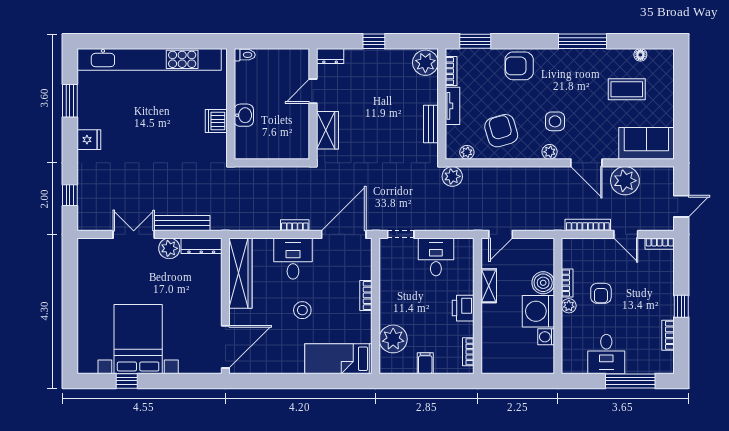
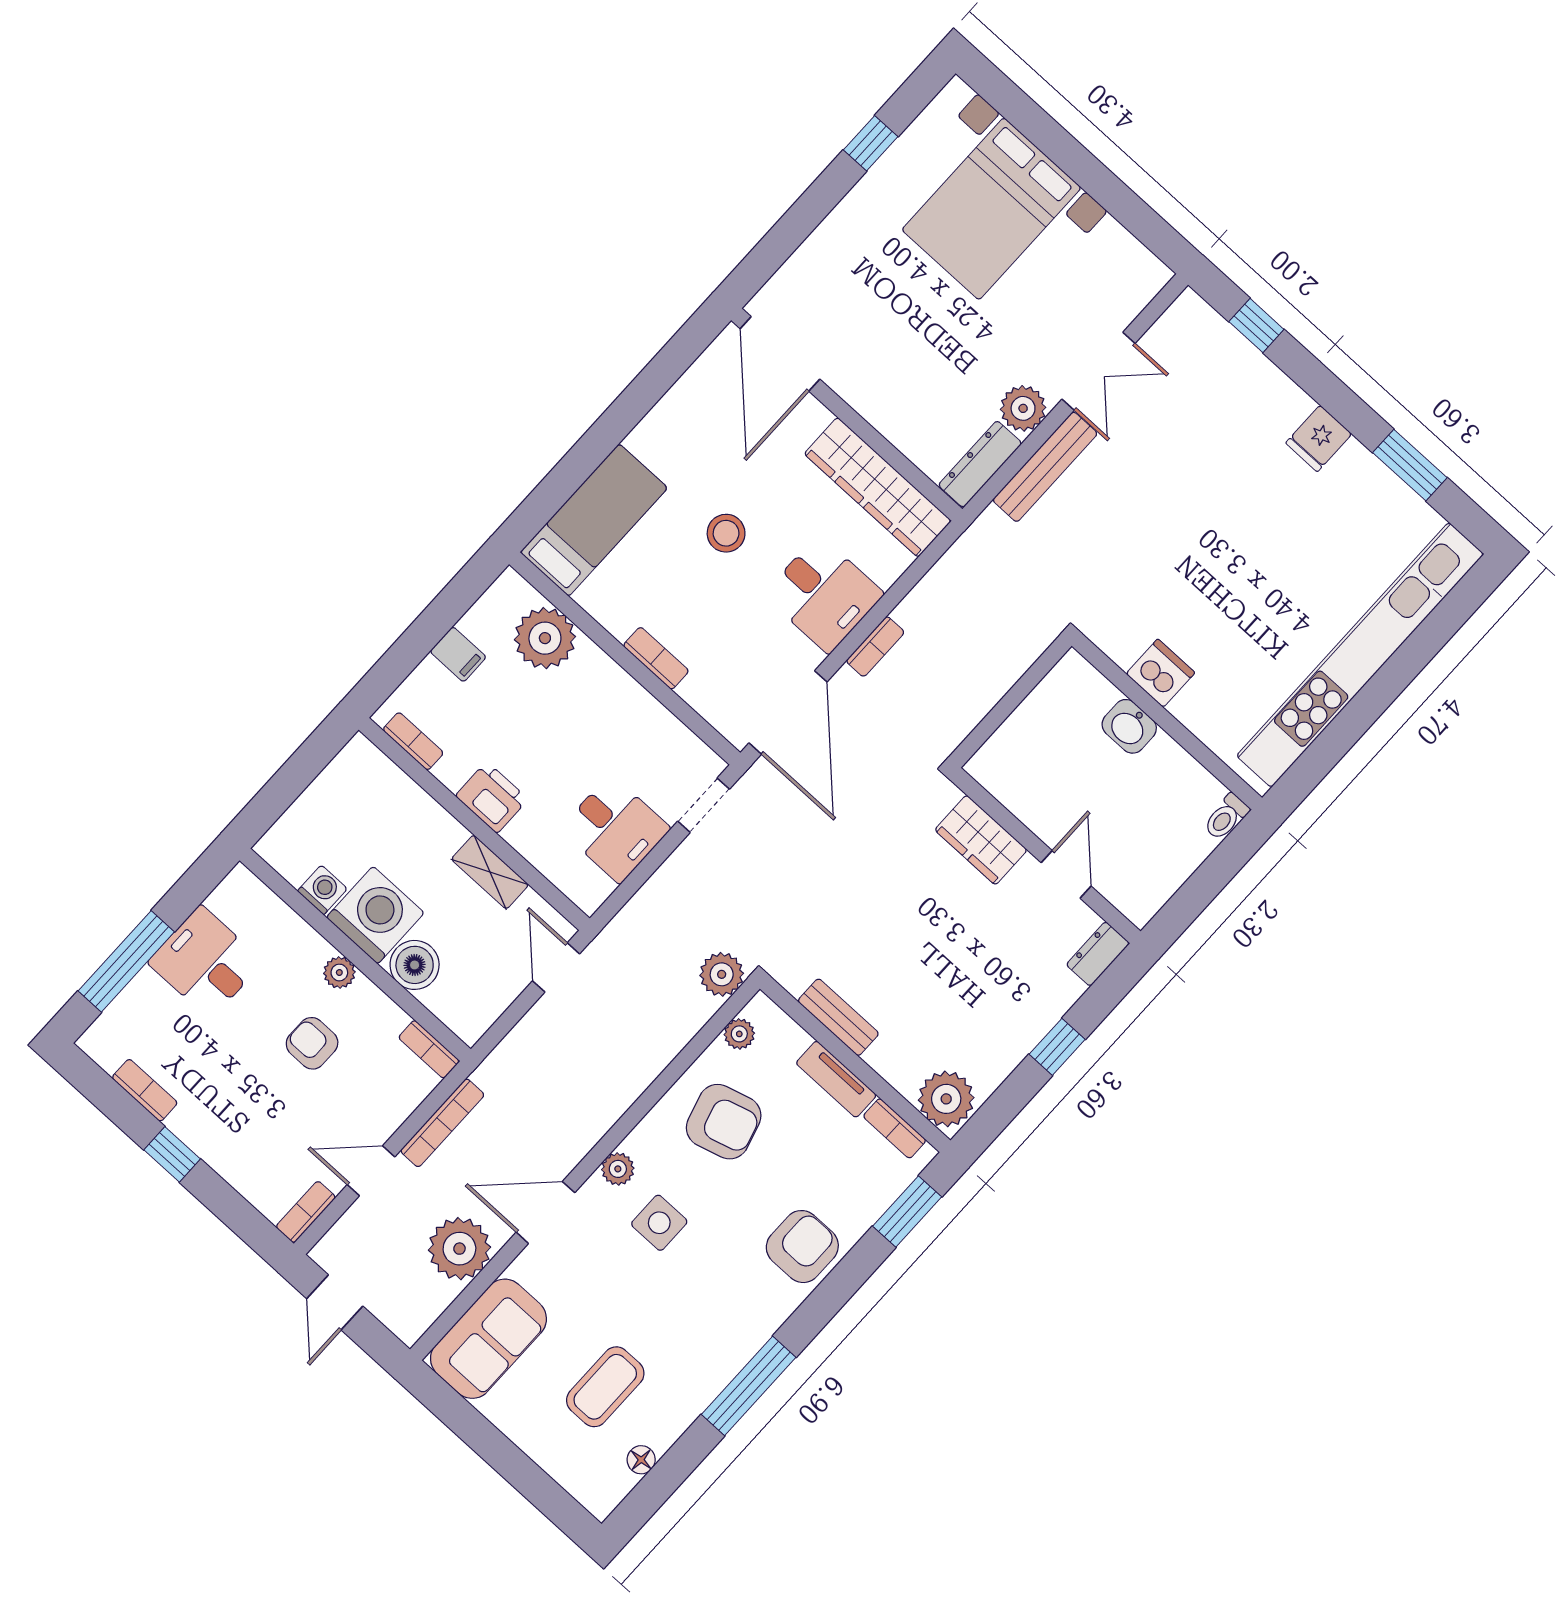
bookcase: (567, 283) -> (429, 1049), moved
bed with nightstands: (138, 339) -> (991, 209), moved, turned 90

